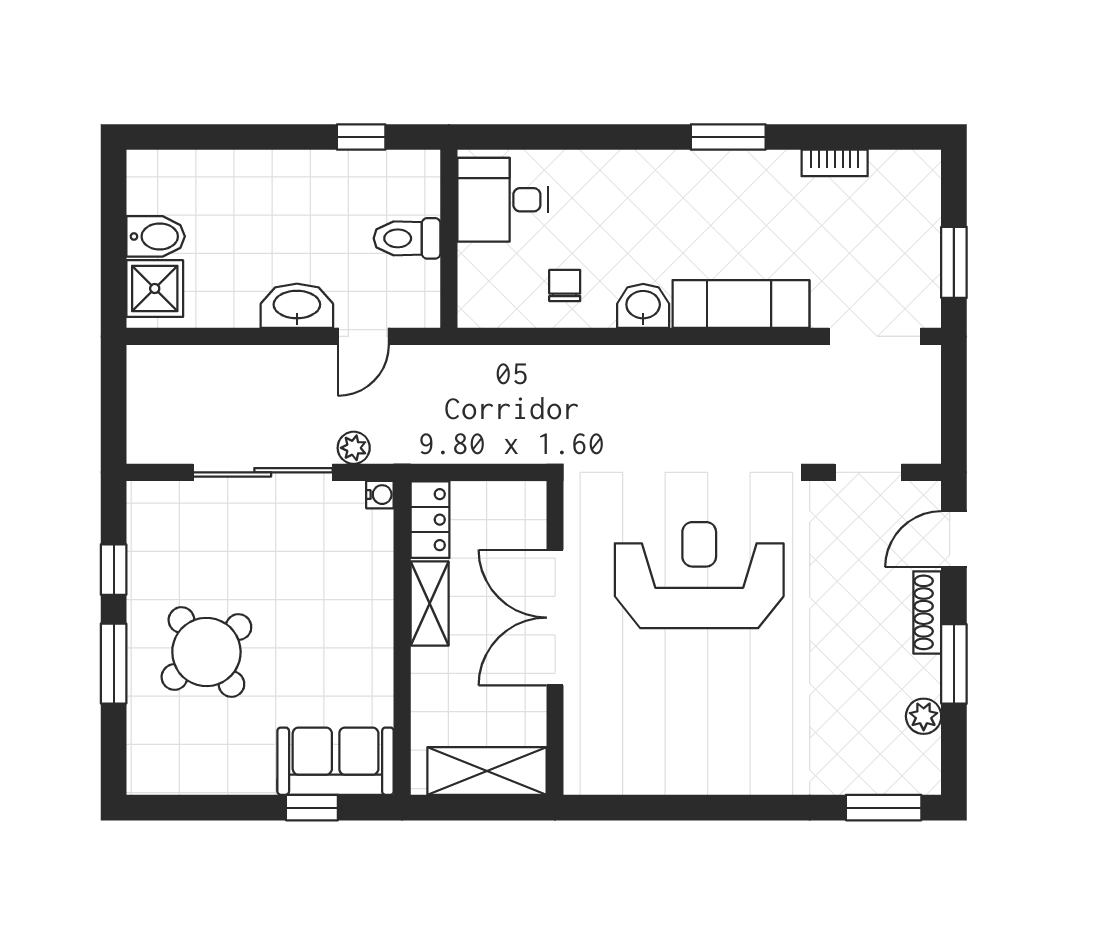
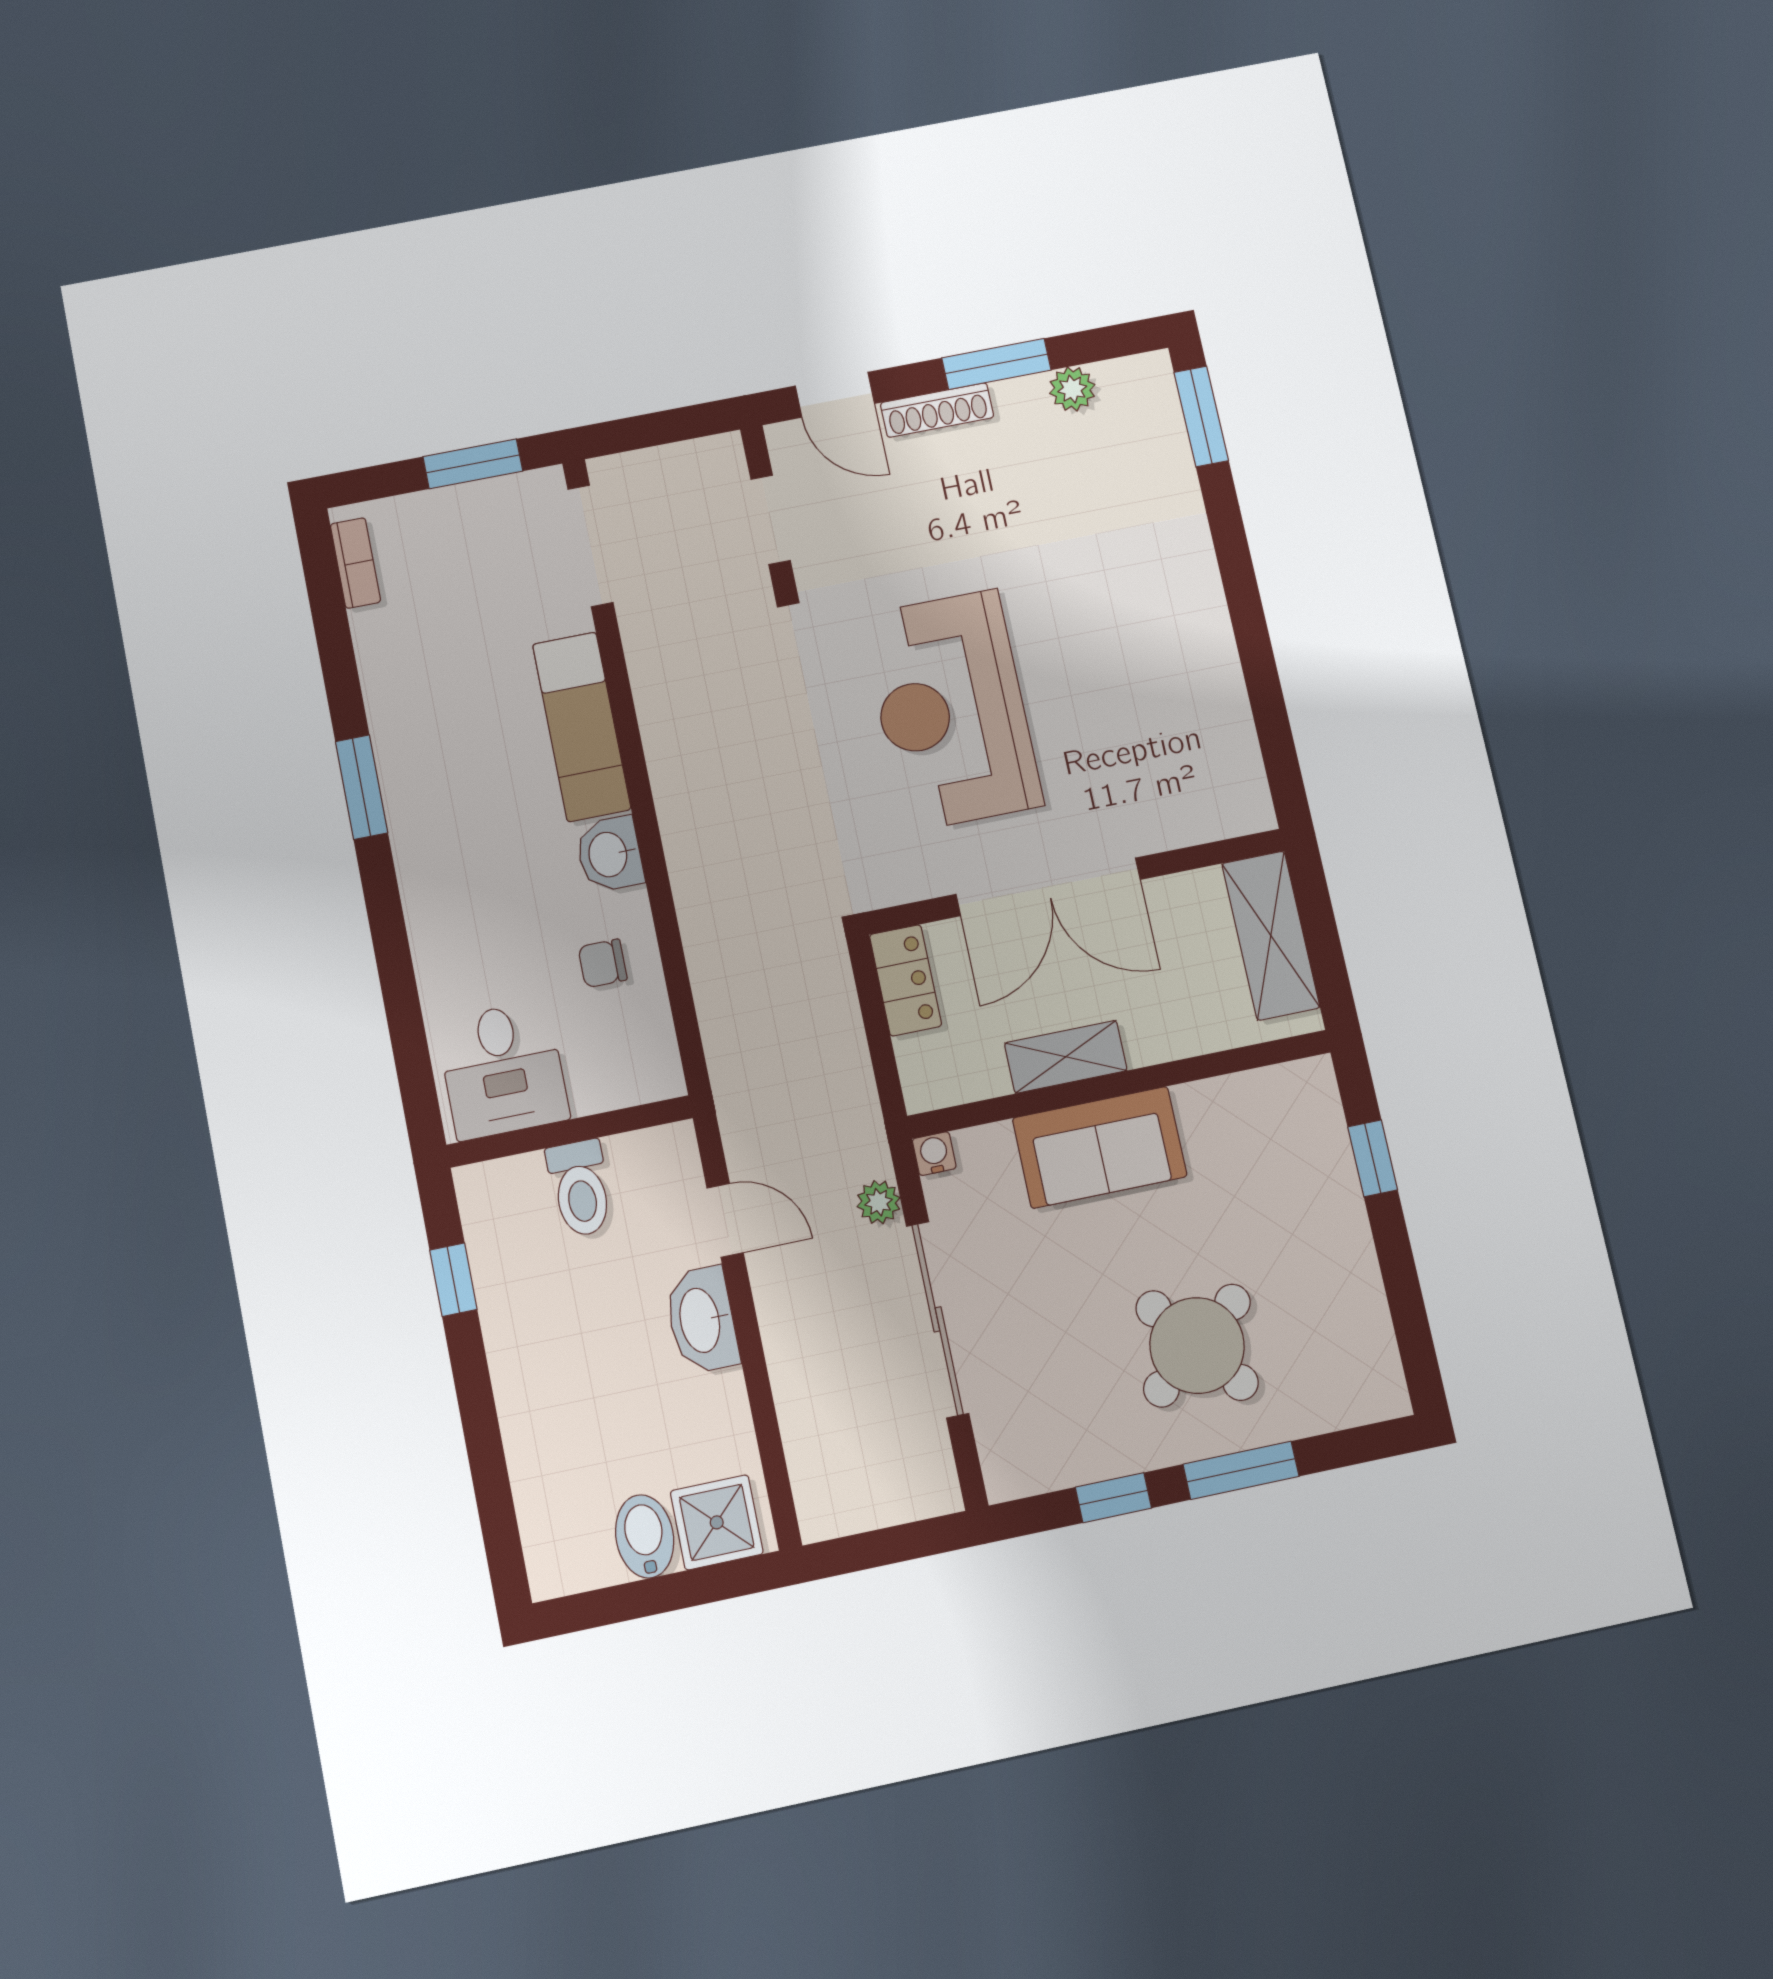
bookcase: (835, 163) -> (355, 563), moved
locker: (430, 520) -> (906, 980), moved, turned 90
sofa: (336, 761) -> (1100, 1147), moved, turned -90

